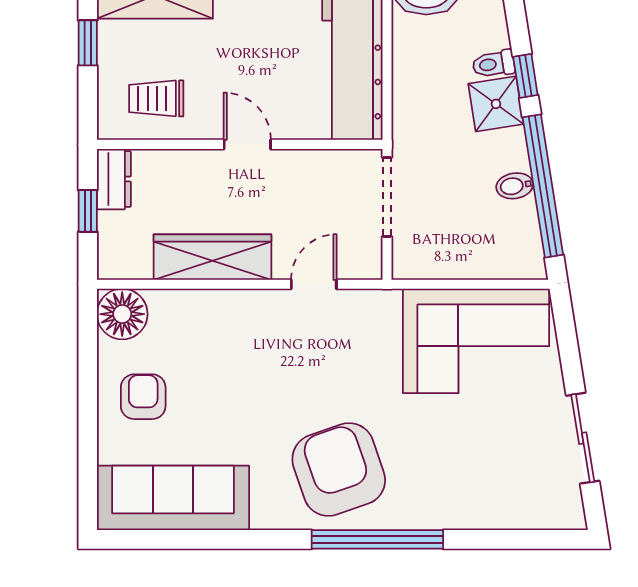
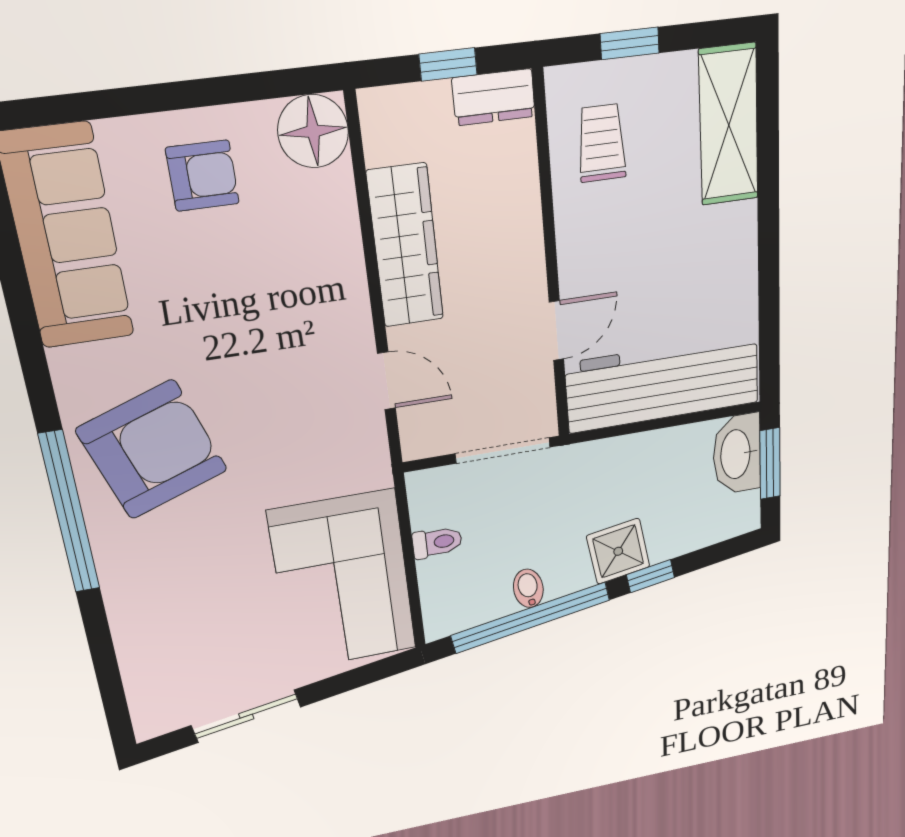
window: (88, 43) -> (630, 43), moved
toilet: (493, 64) -> (437, 542), moved, turned 99
door: (247, 144) -> (557, 331), moved

